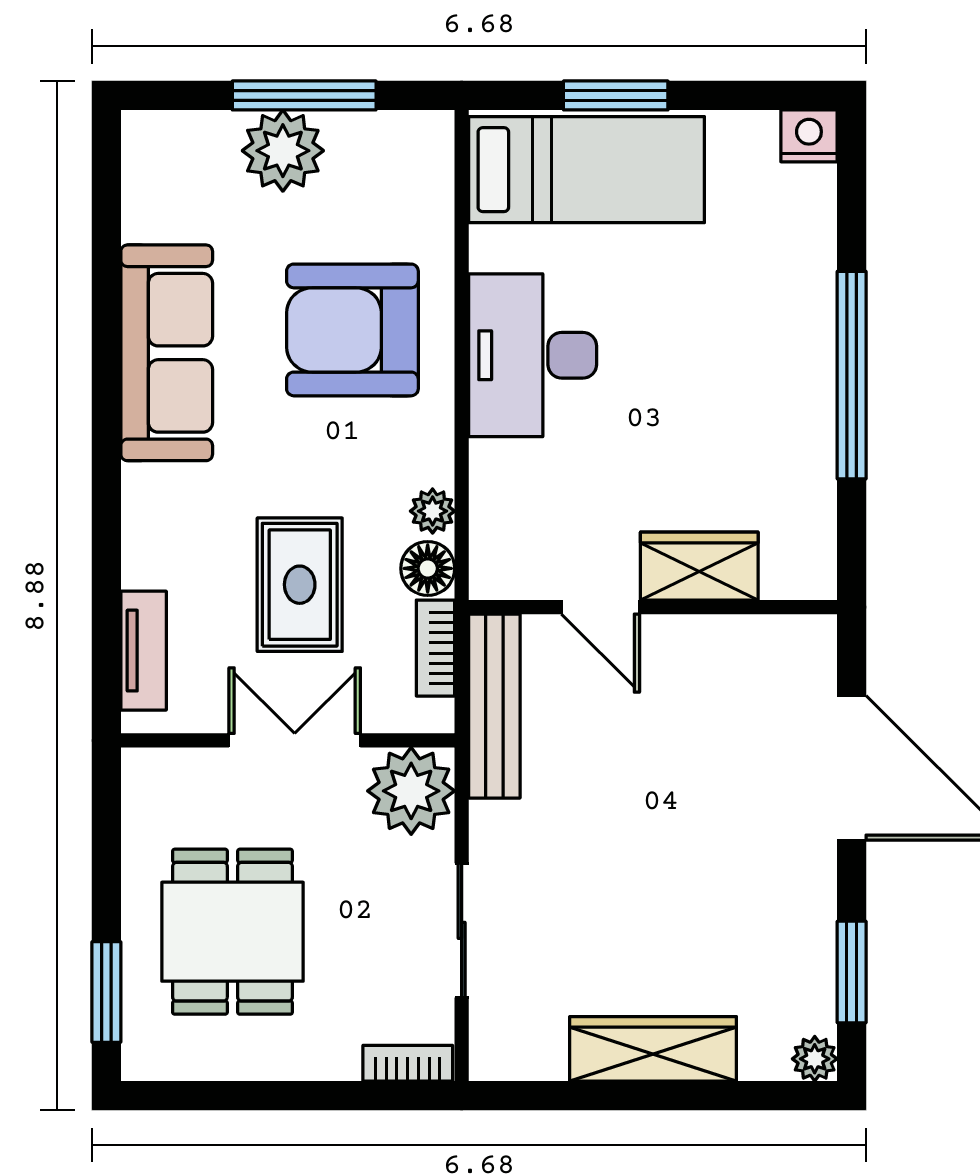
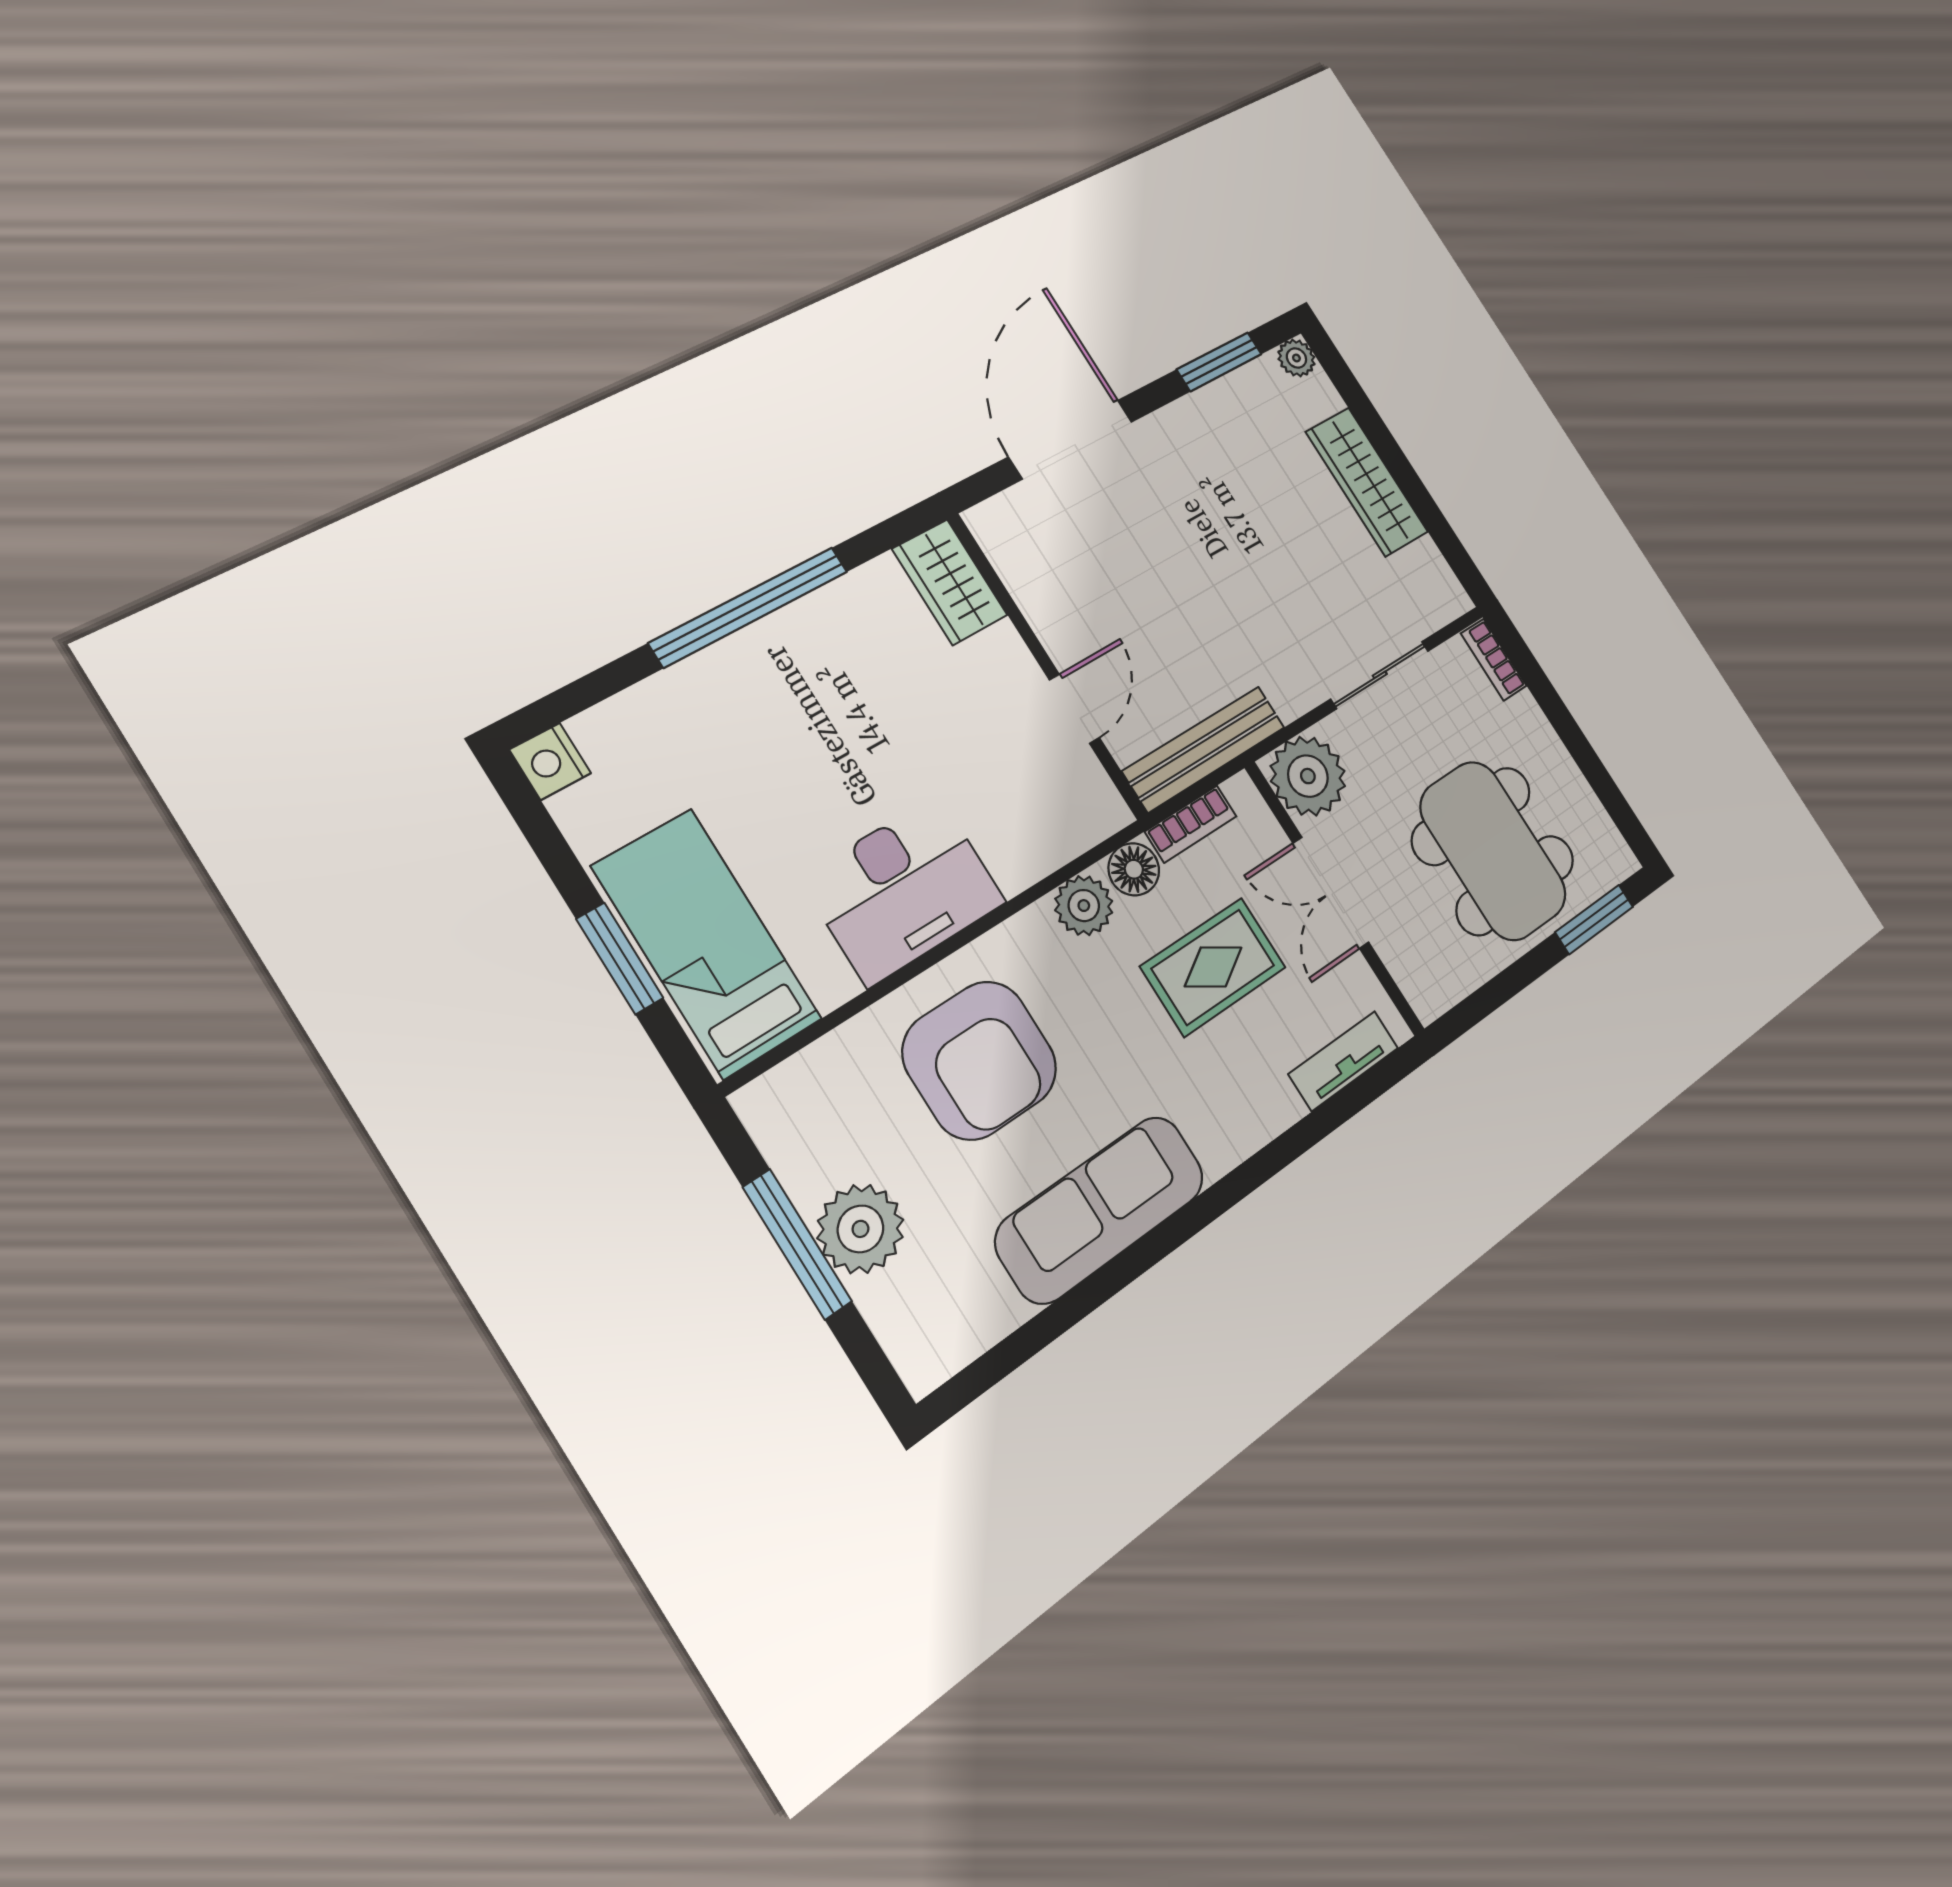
plant: (433, 511) -> (1084, 906), width x1.38, depth x1.38
wardrobe: (699, 566) -> (950, 582), moved
dining table: (232, 932) -> (1493, 851), width x1.37

